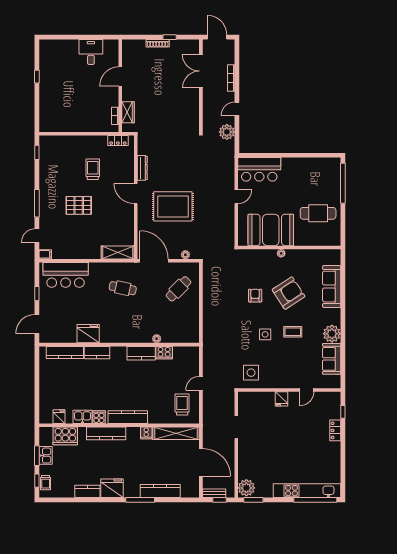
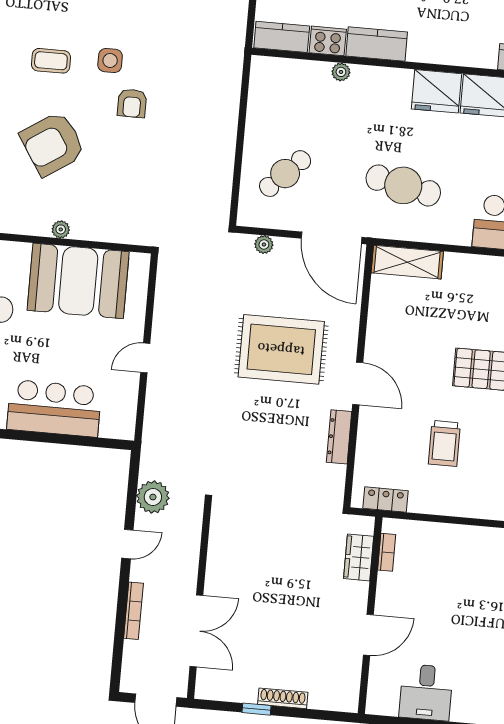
bar counter: (259, 169) -> (54, 408), moved
cafe table: (123, 288) -> (403, 185), width x1.37, depth x1.35
armchair: (255, 296) -> (132, 103), moved
fridge: (111, 334) -> (437, 91), added
kitchen counter: (97, 353) -> (282, 37), moved

